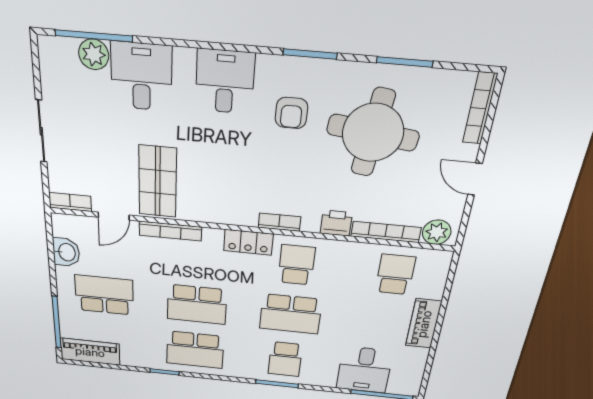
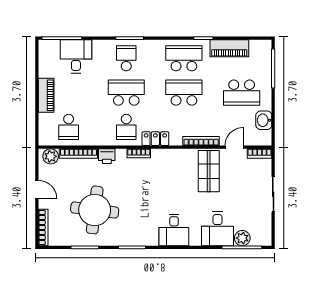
armchair: (291, 113) -> (138, 217), removed
piano: (90, 352) -> (229, 48), moved

